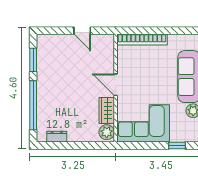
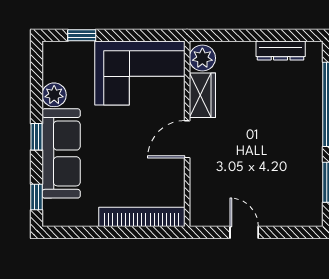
door: (116, 85) -> (187, 139), swing flipped
dresser: (57, 137) -> (281, 51), width x1.44

